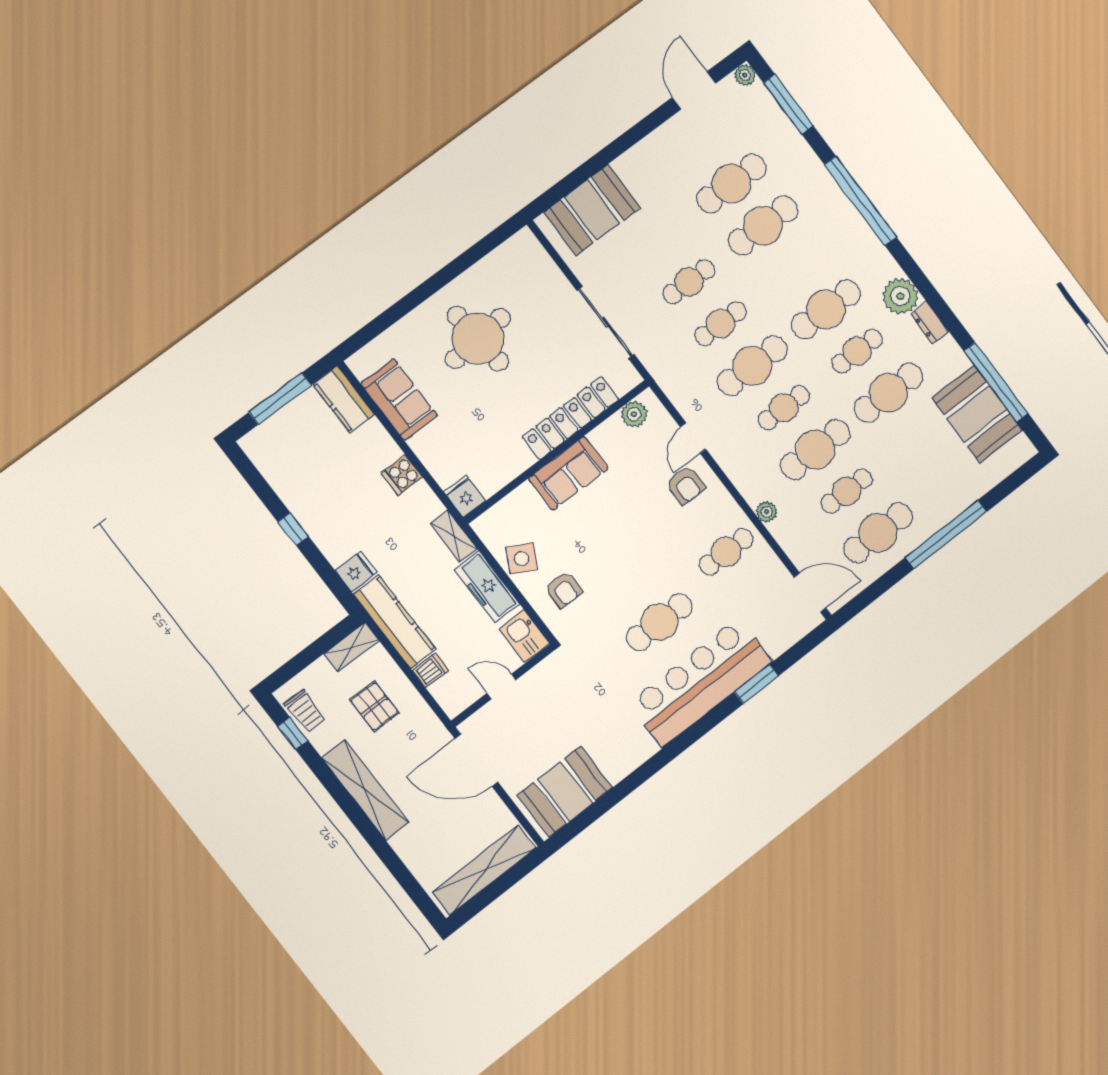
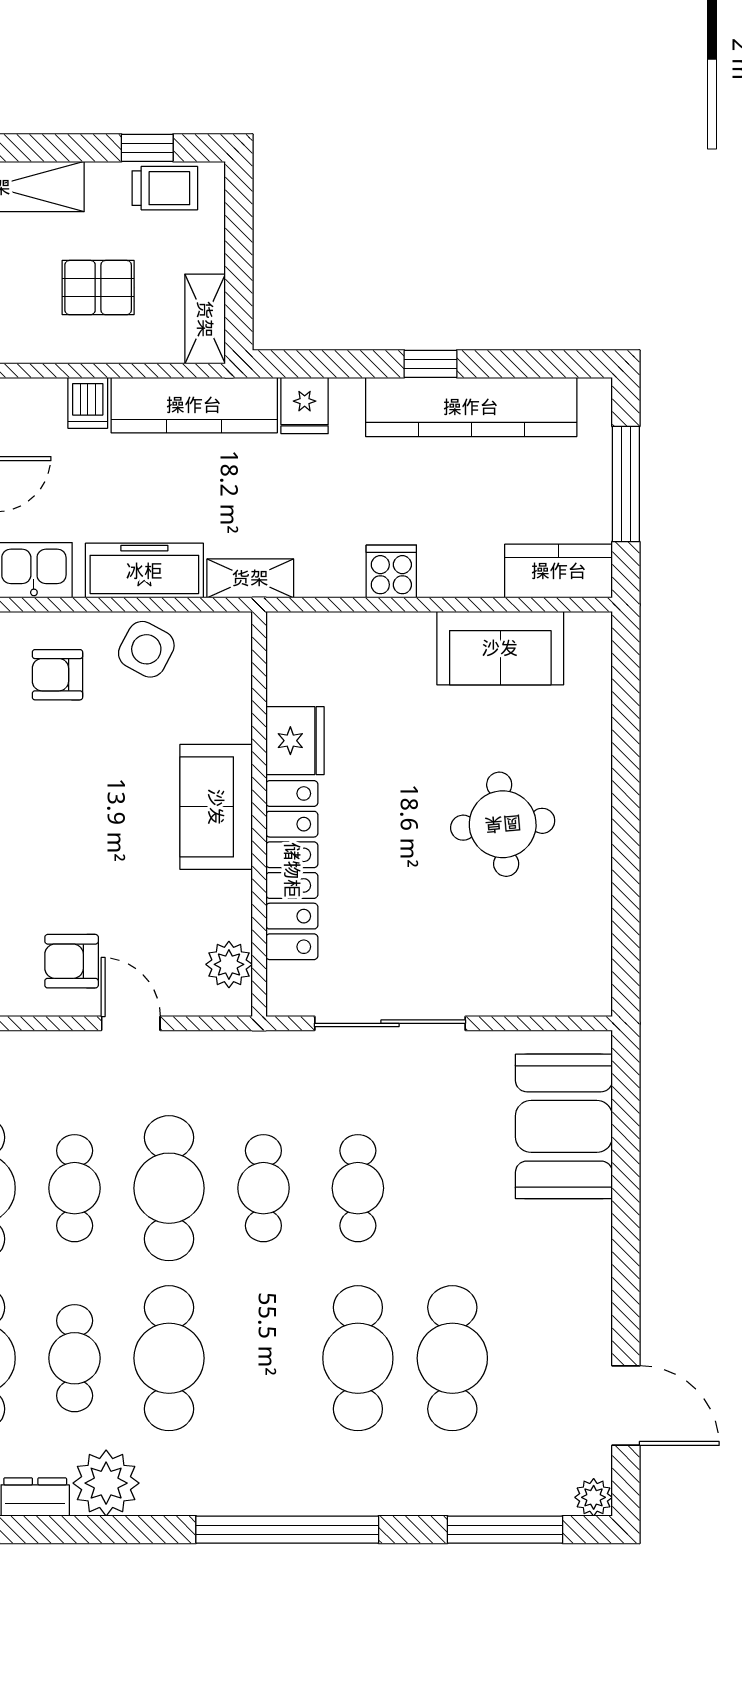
round table: (478, 339) -> (503, 824), width x0.73, depth x0.73
kitchen counter: (299, 496) -> (471, 407), added
fridge: (465, 496) -> (295, 741), moved, width x1.38
trolley: (305, 711) -> (165, 188), turned 180

